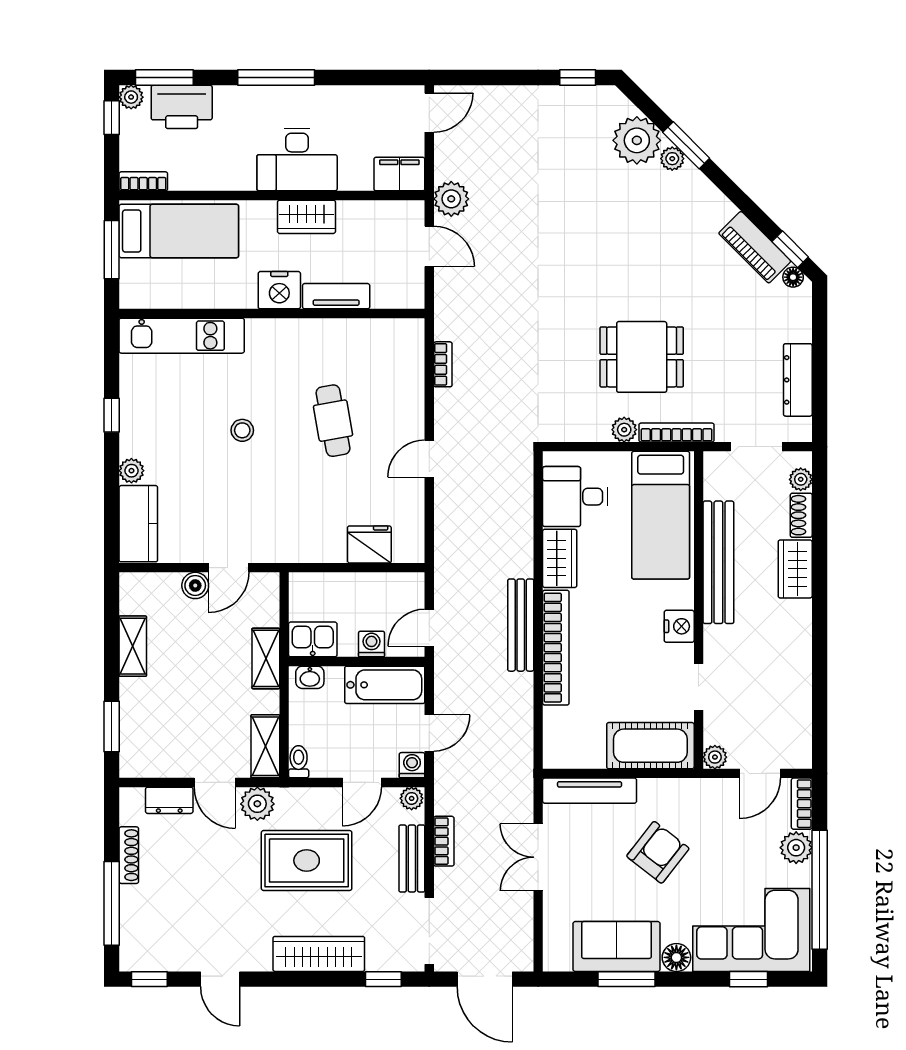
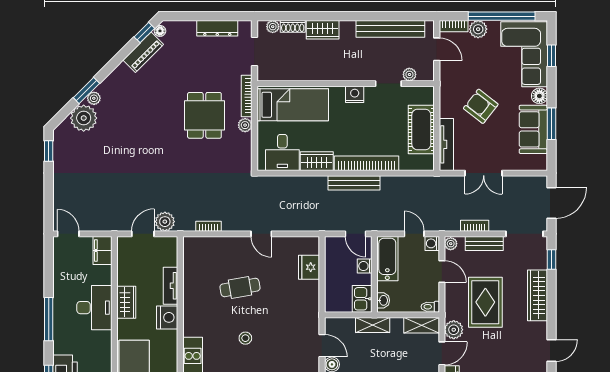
plant: (451, 199) -> (165, 222), moved
bench: (718, 562) -> (390, 29), moved
cot: (650, 746) -> (421, 130), moved
plant: (715, 757) -> (409, 74), moved

